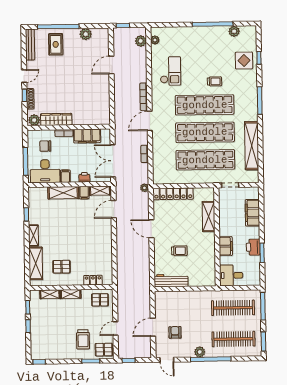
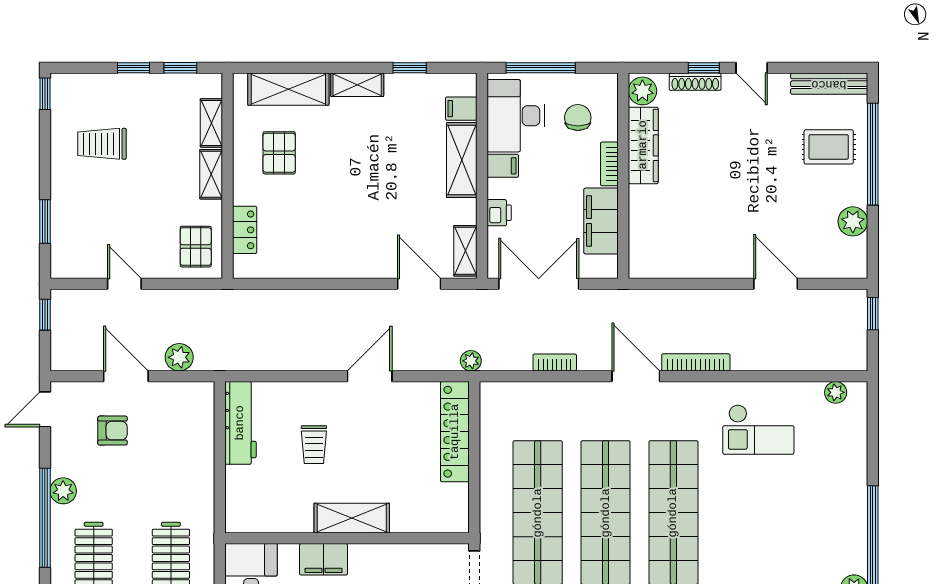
plant: (141, 41) -> (179, 357), moved
trolley: (215, 81) -> (731, 538), removed
filing cabinet: (84, 193) -> (461, 109), moved
shelving: (209, 216) -> (352, 518), moved
trolley: (83, 339) -> (102, 144), moved
pallet: (104, 350) -> (73, 254), removed

